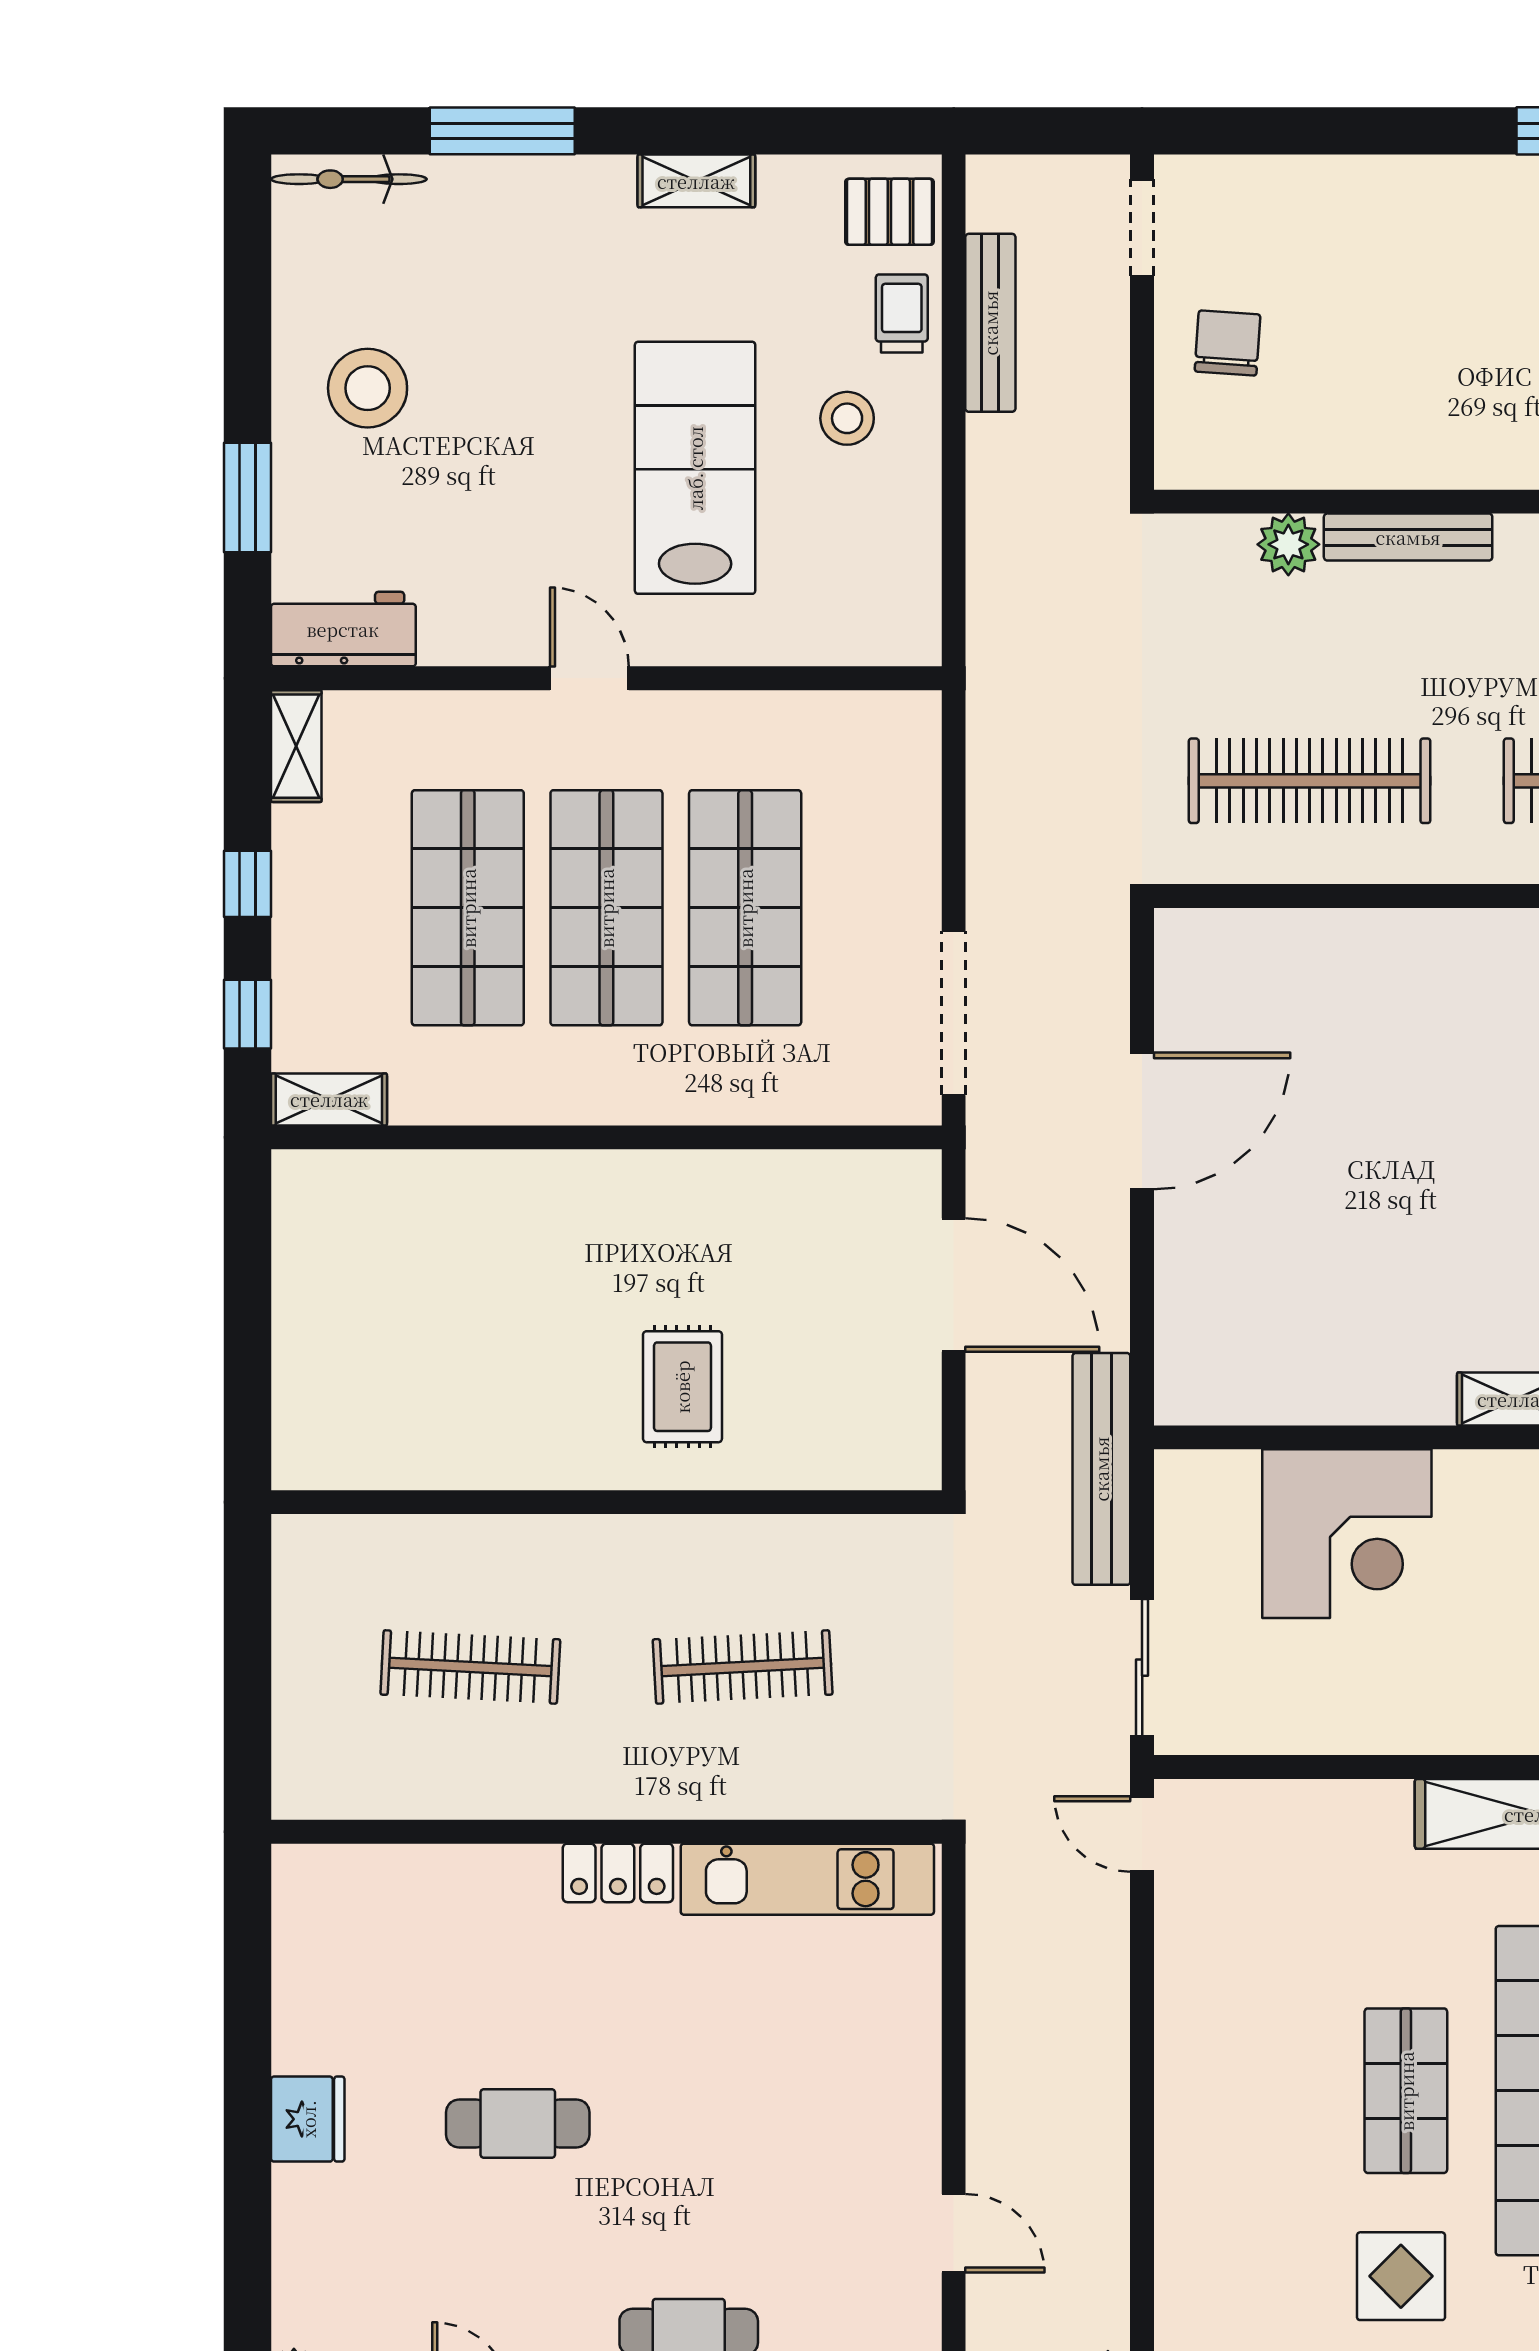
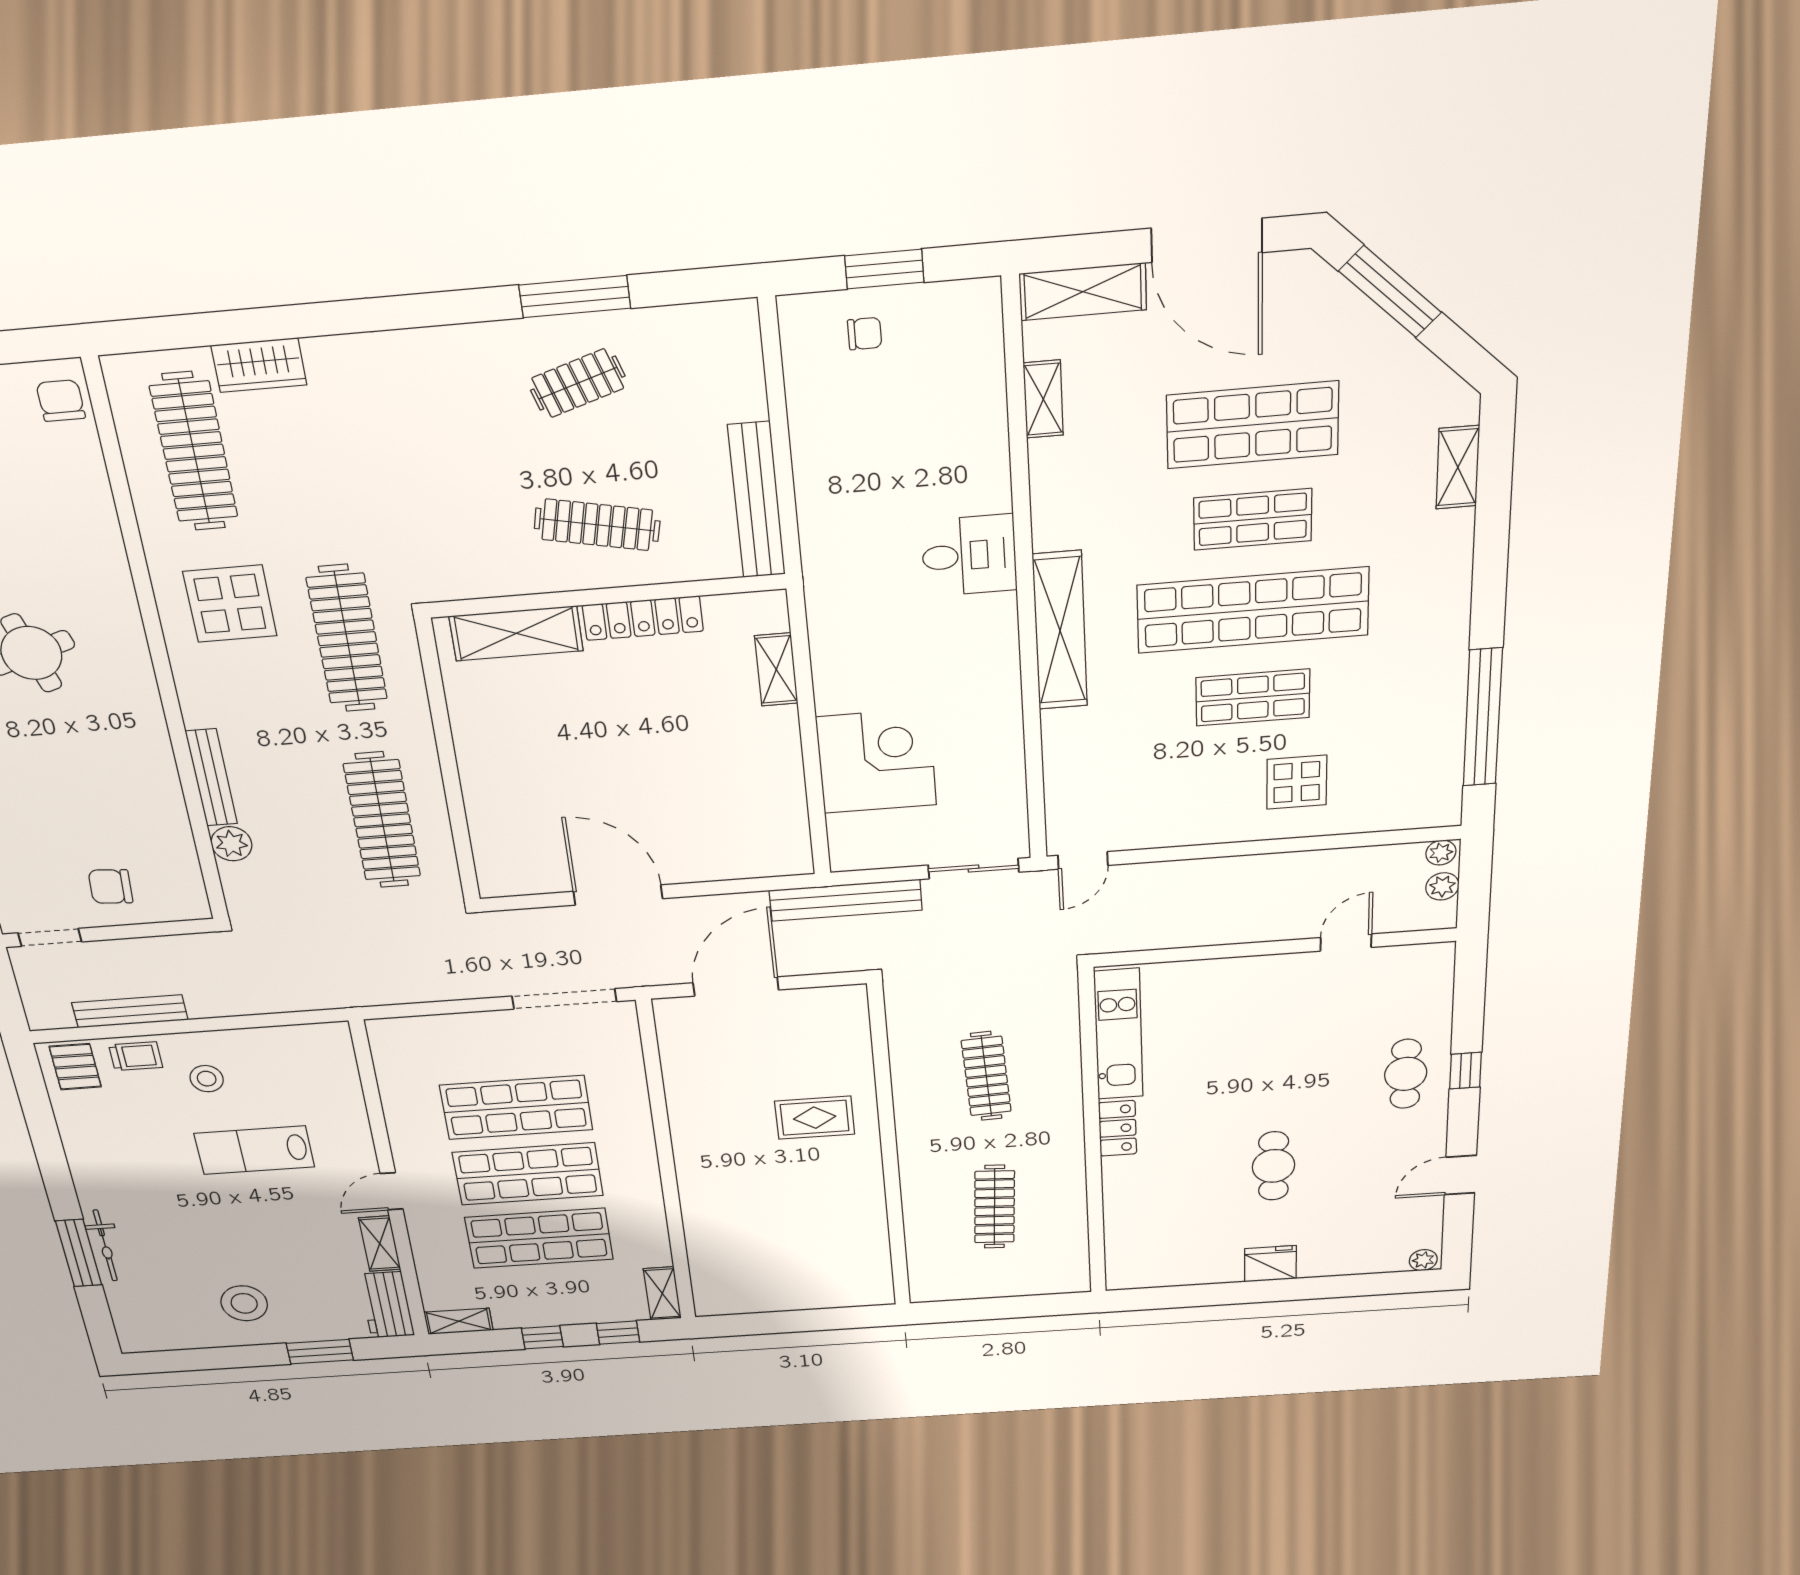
bicycle: (349, 179) -> (105, 1246), moved
shelving: (696, 181) -> (380, 1244), moved
trolley: (902, 313) -> (136, 1056), turned 180
lab bench: (695, 468) -> (254, 1150), width x0.73, depth x0.72
display table: (1401, 2276) -> (1297, 782), moved

